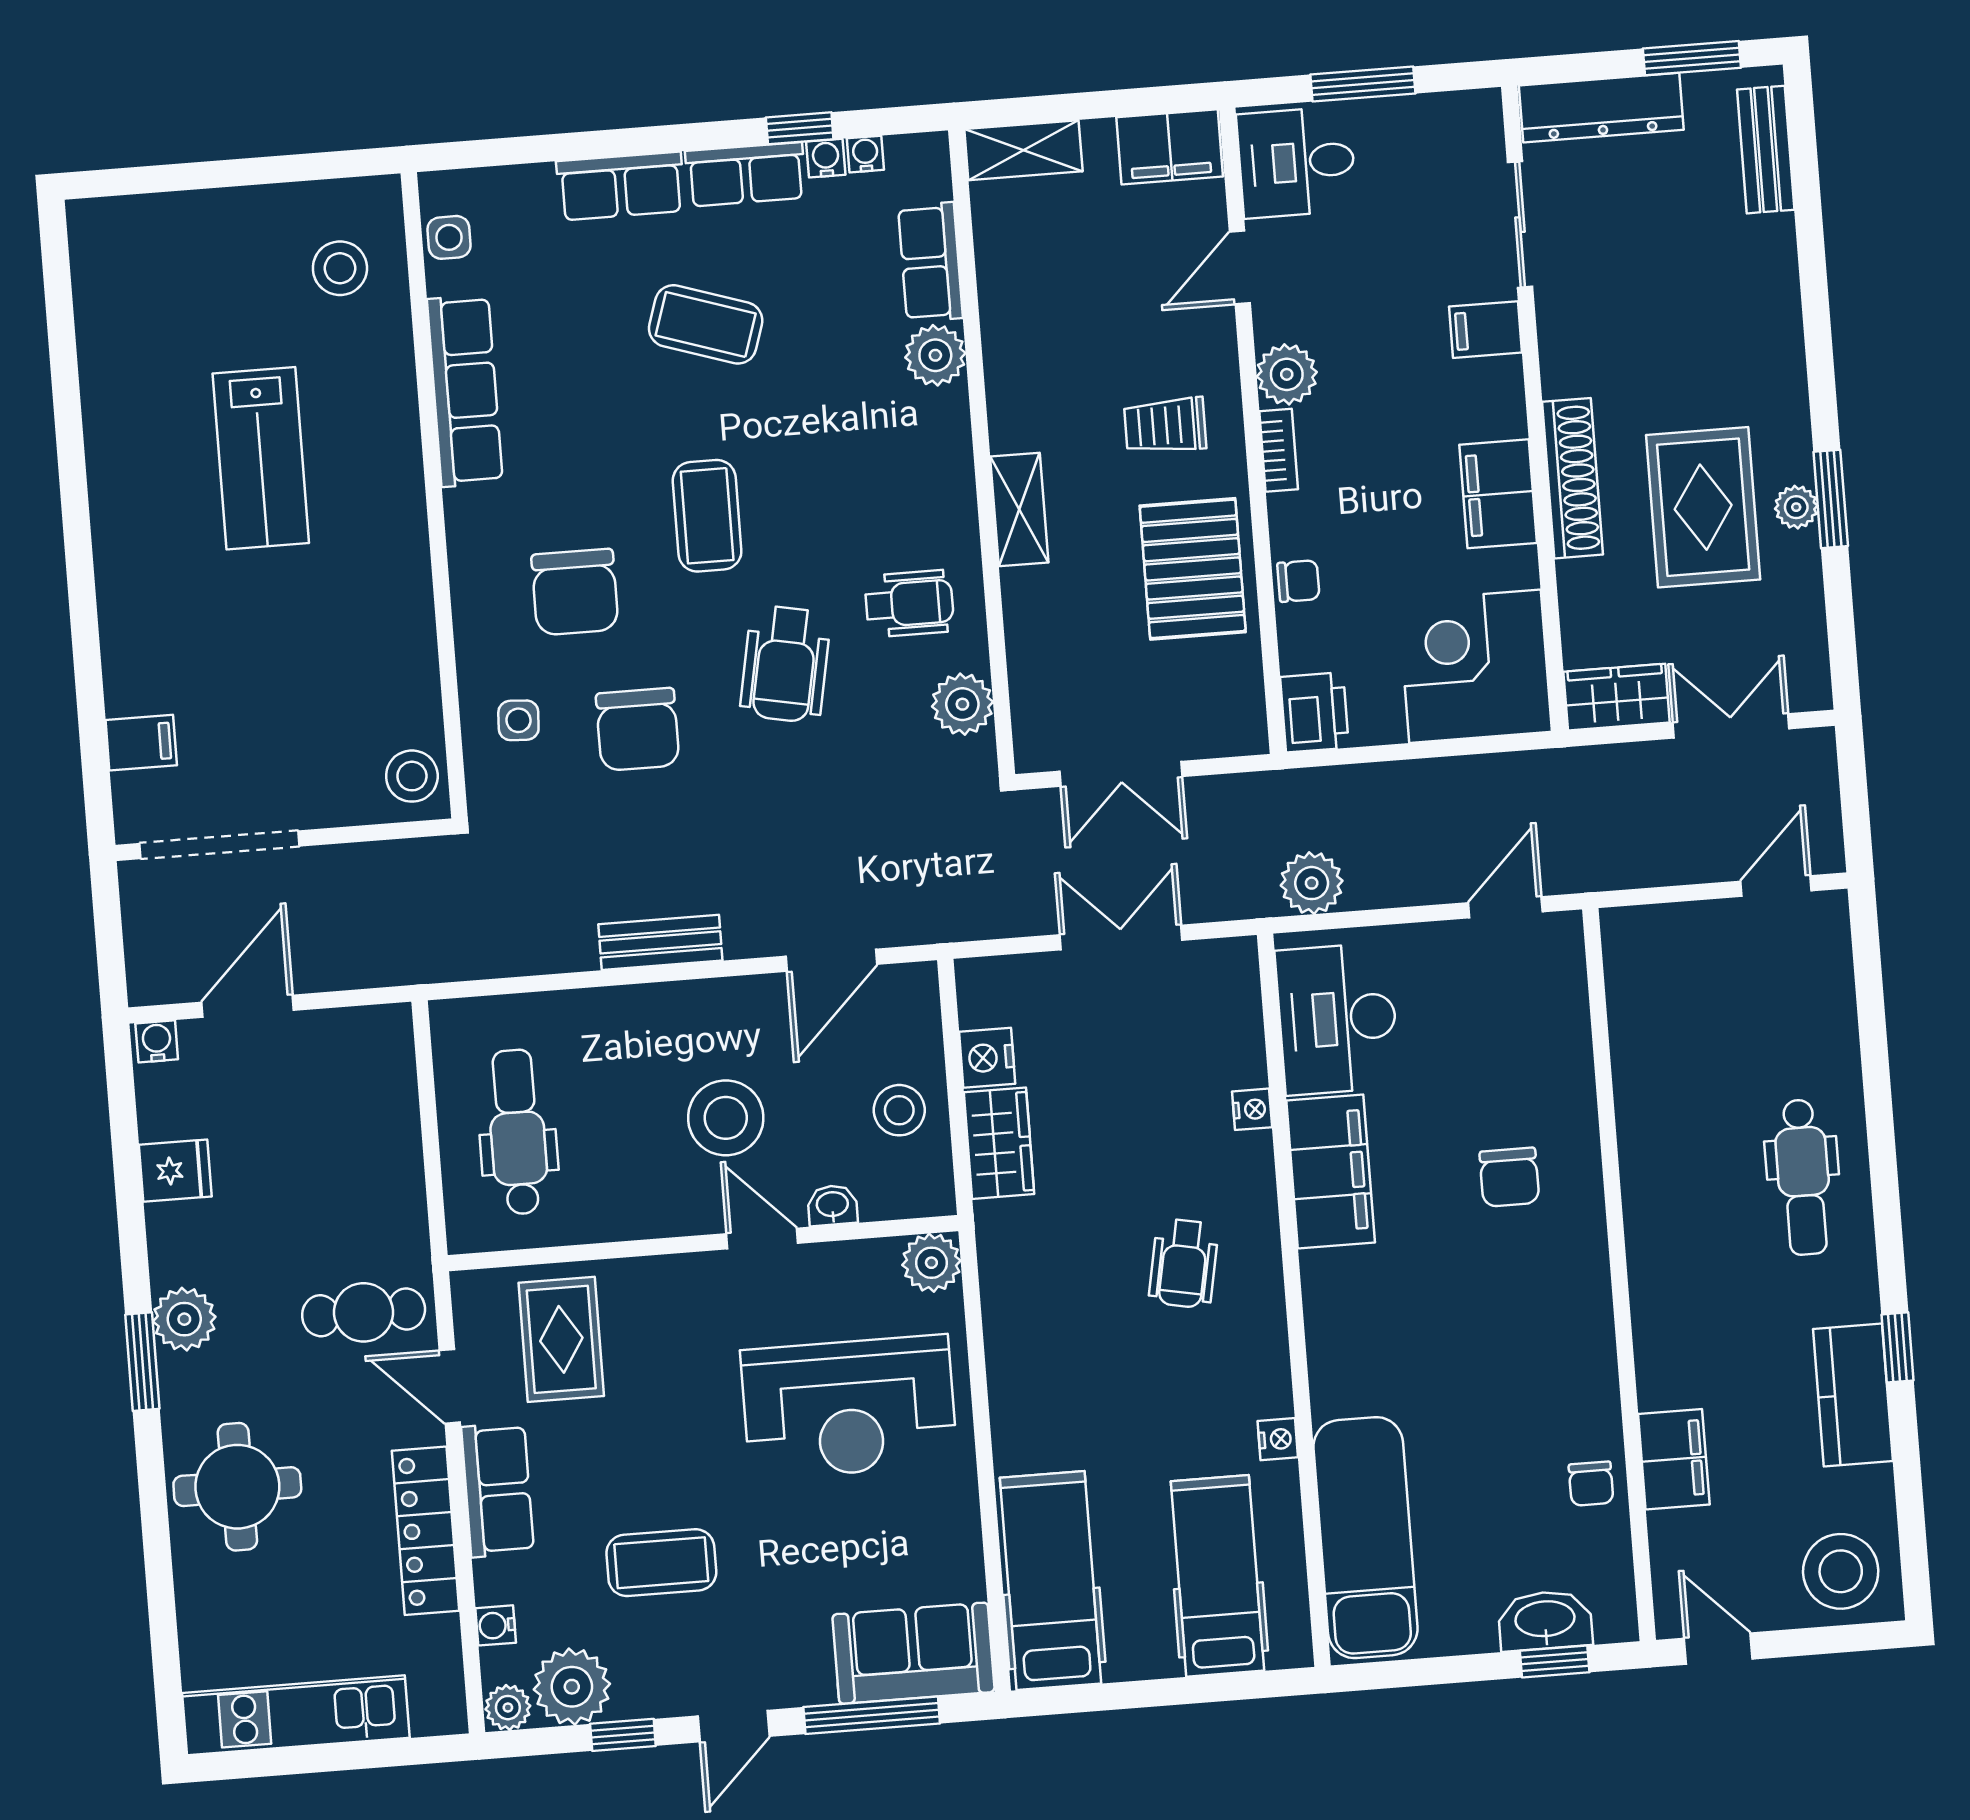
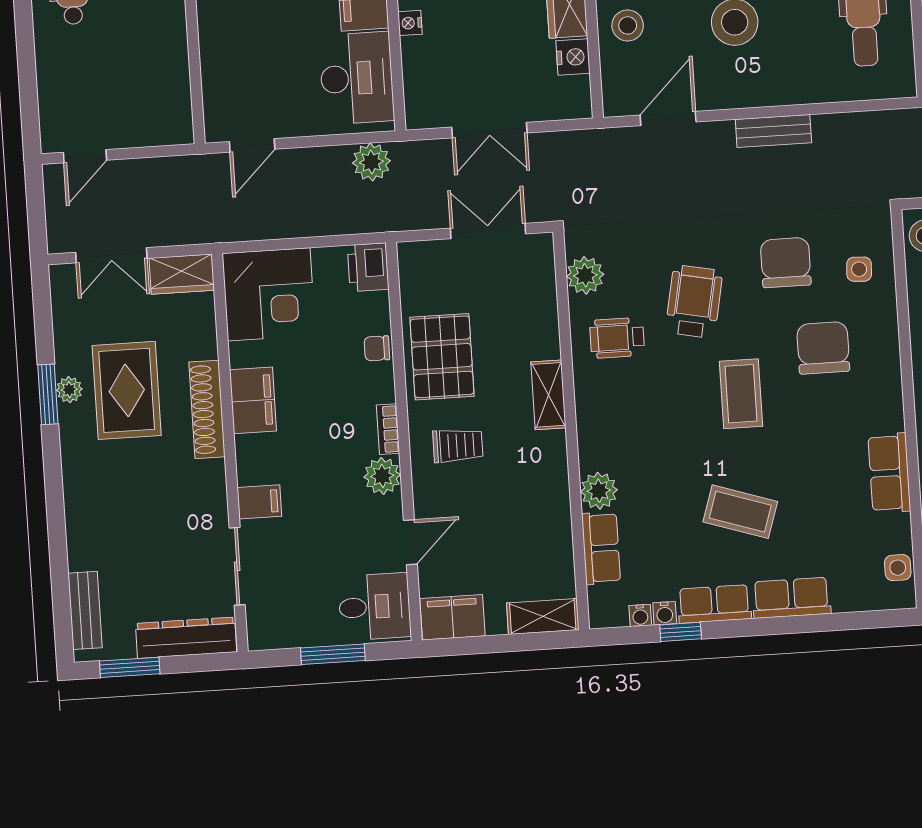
row of seats: (465, 391) -> (889, 473), width x0.68

